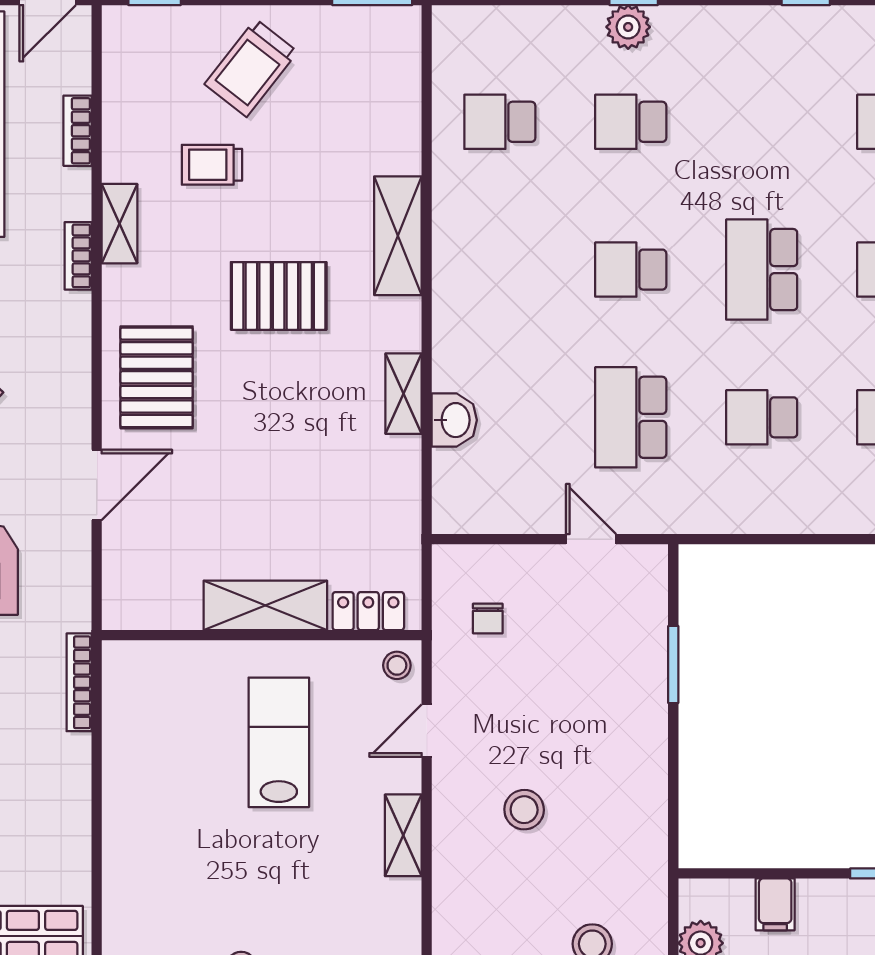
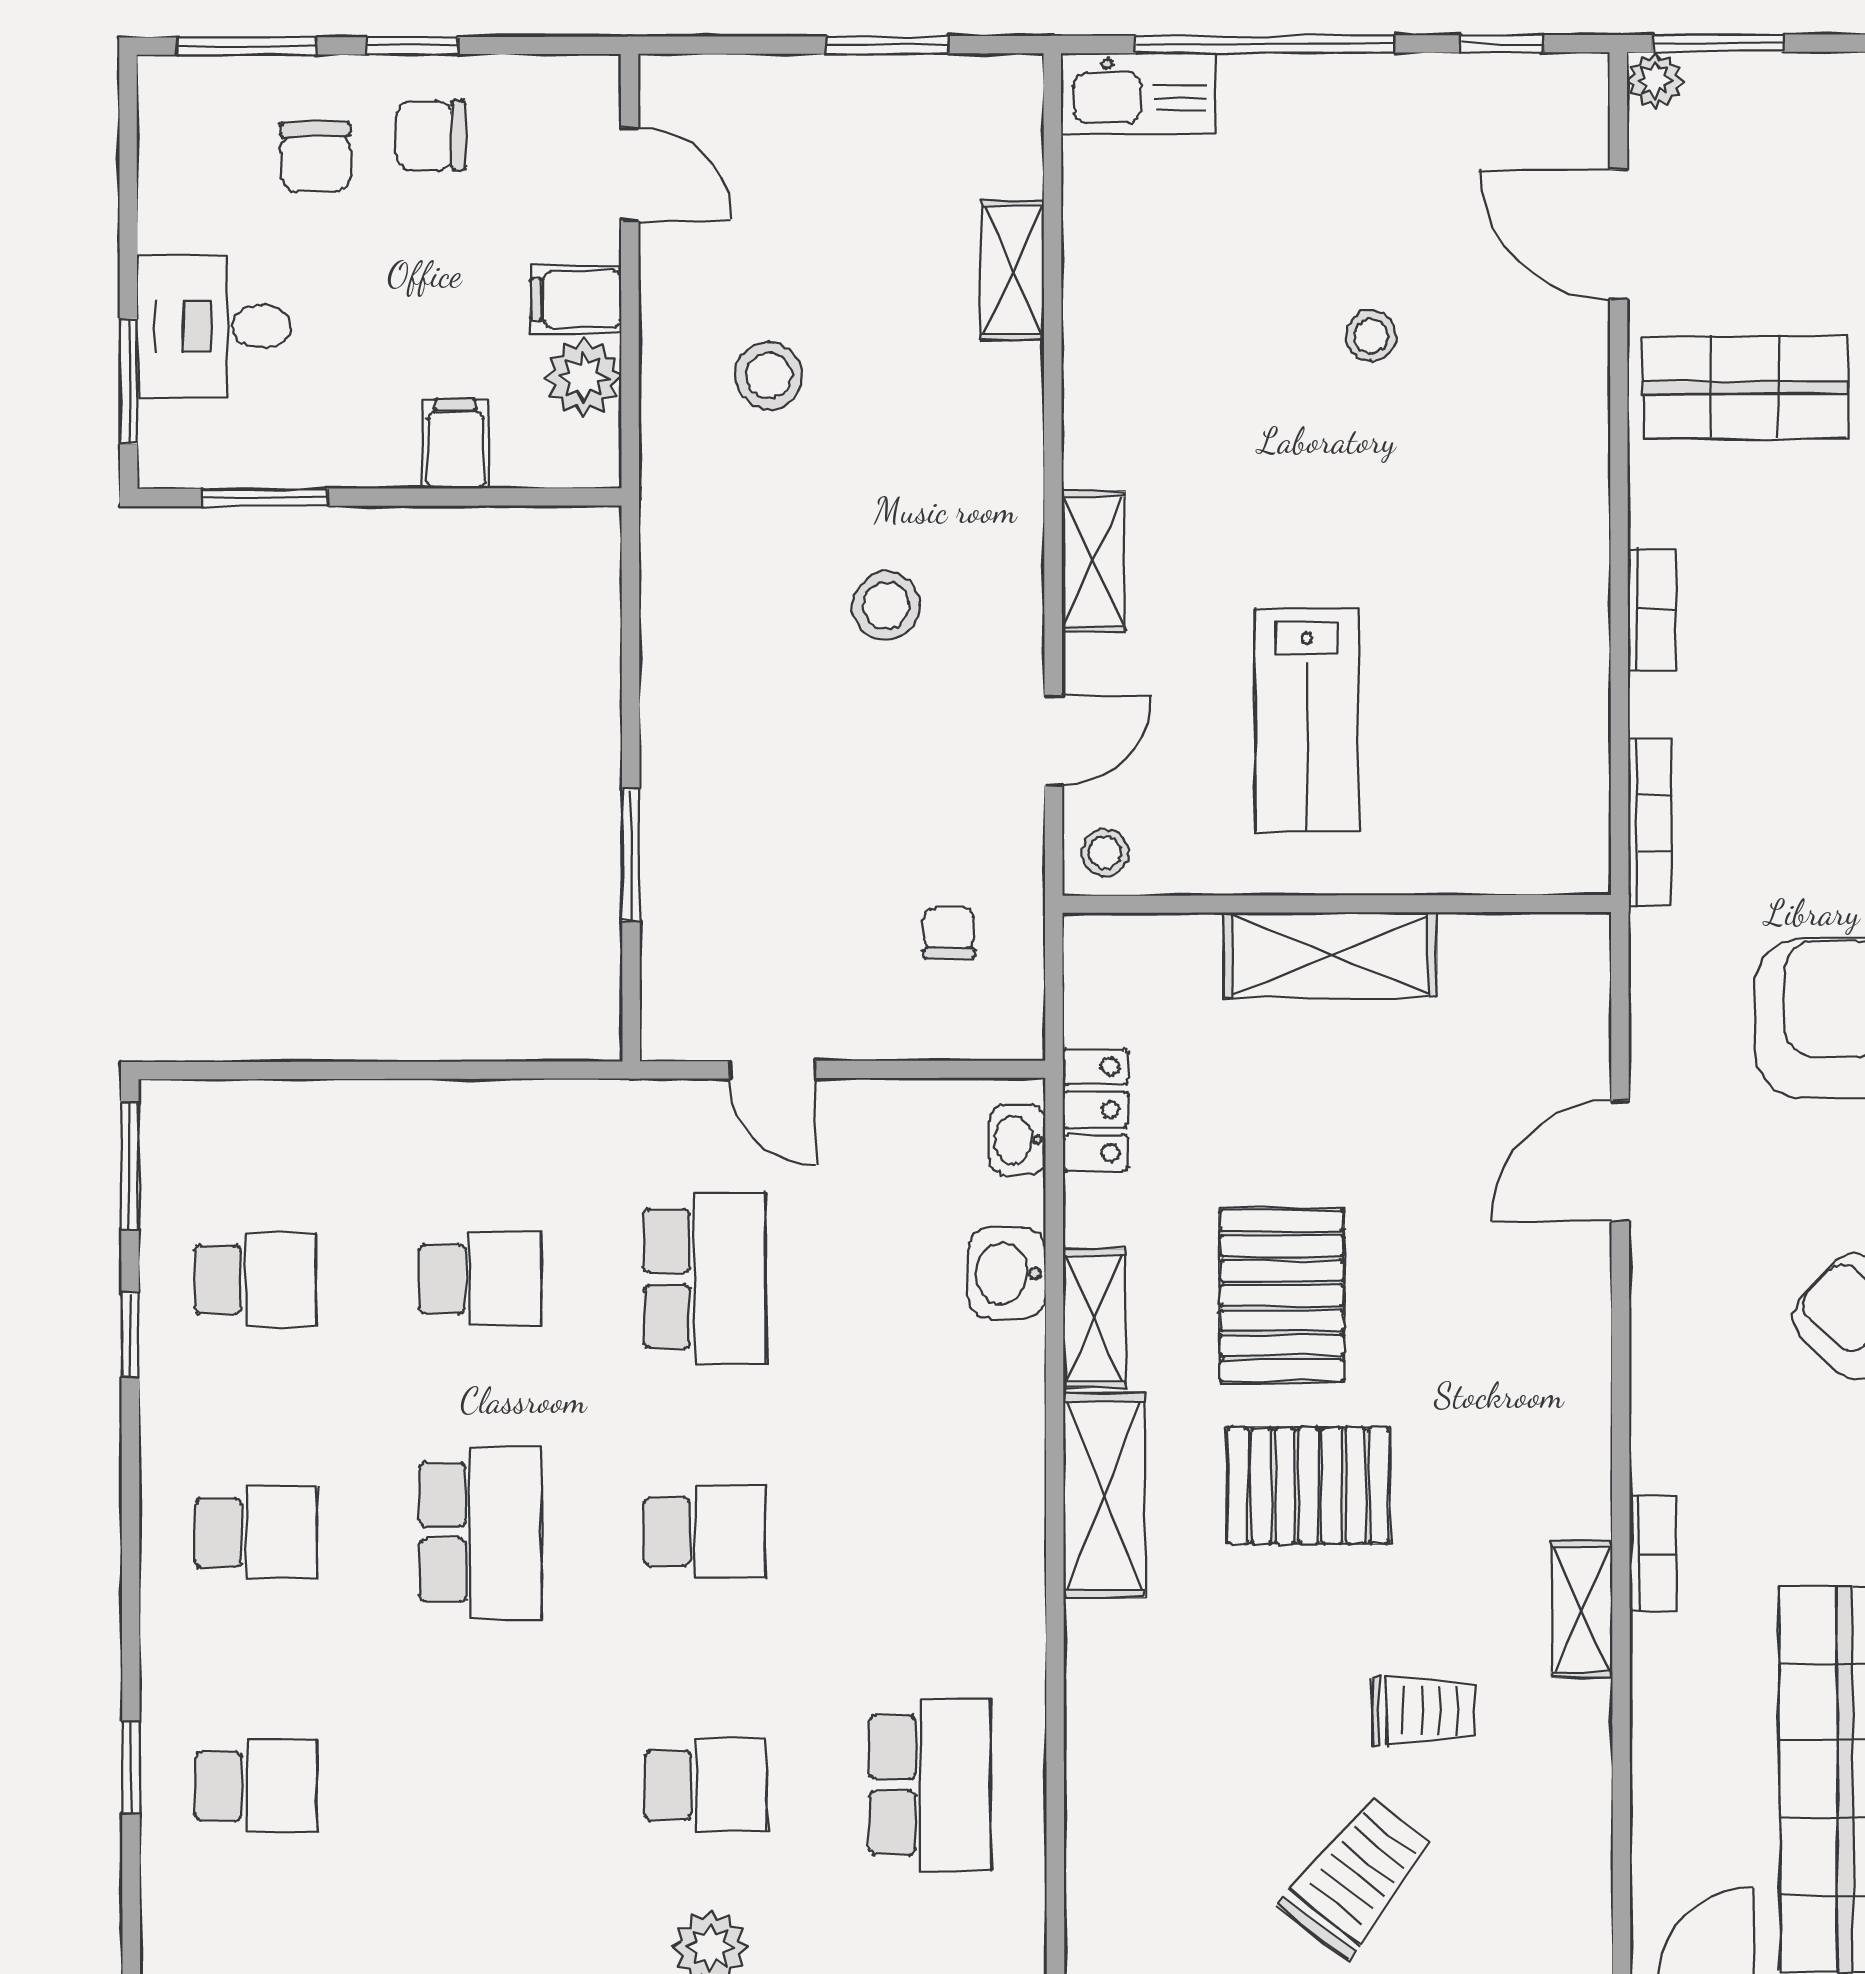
school desk: (500, 122) -> (930, 1785), width x1.85
bookcase: (78, 131) -> (1652, 610), moved
shelving: (398, 236) -> (1104, 1495), moved
pallet: (157, 377) -> (1282, 1296), moved
washbasin: (448, 498) -> (1017, 1140), added
locker: (368, 611) -> (1095, 1110), moved, turned -90

